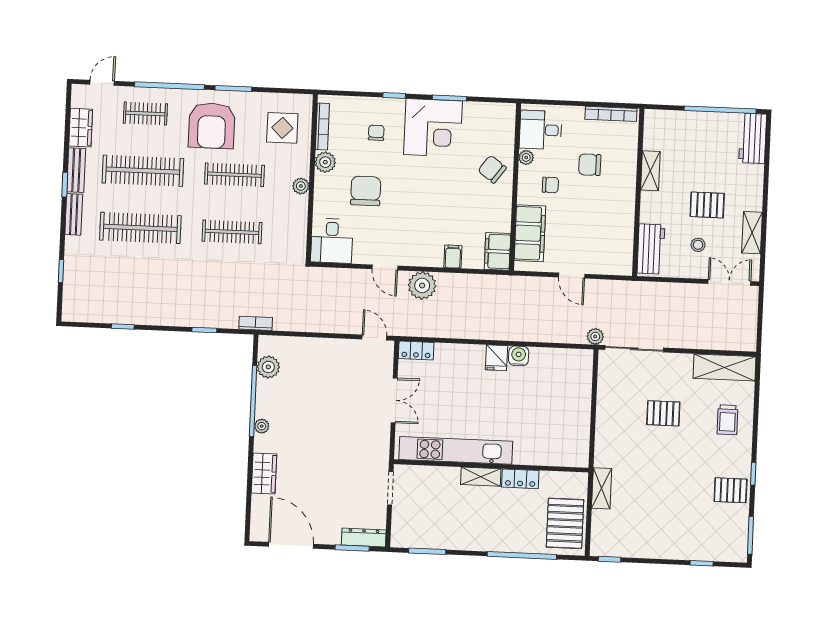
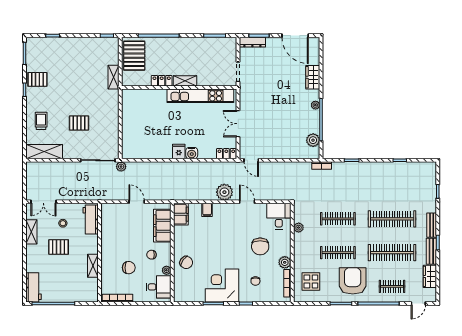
plant: (301, 186) -> (299, 228), moved
water cooler: (519, 356) -> (192, 153), moved

